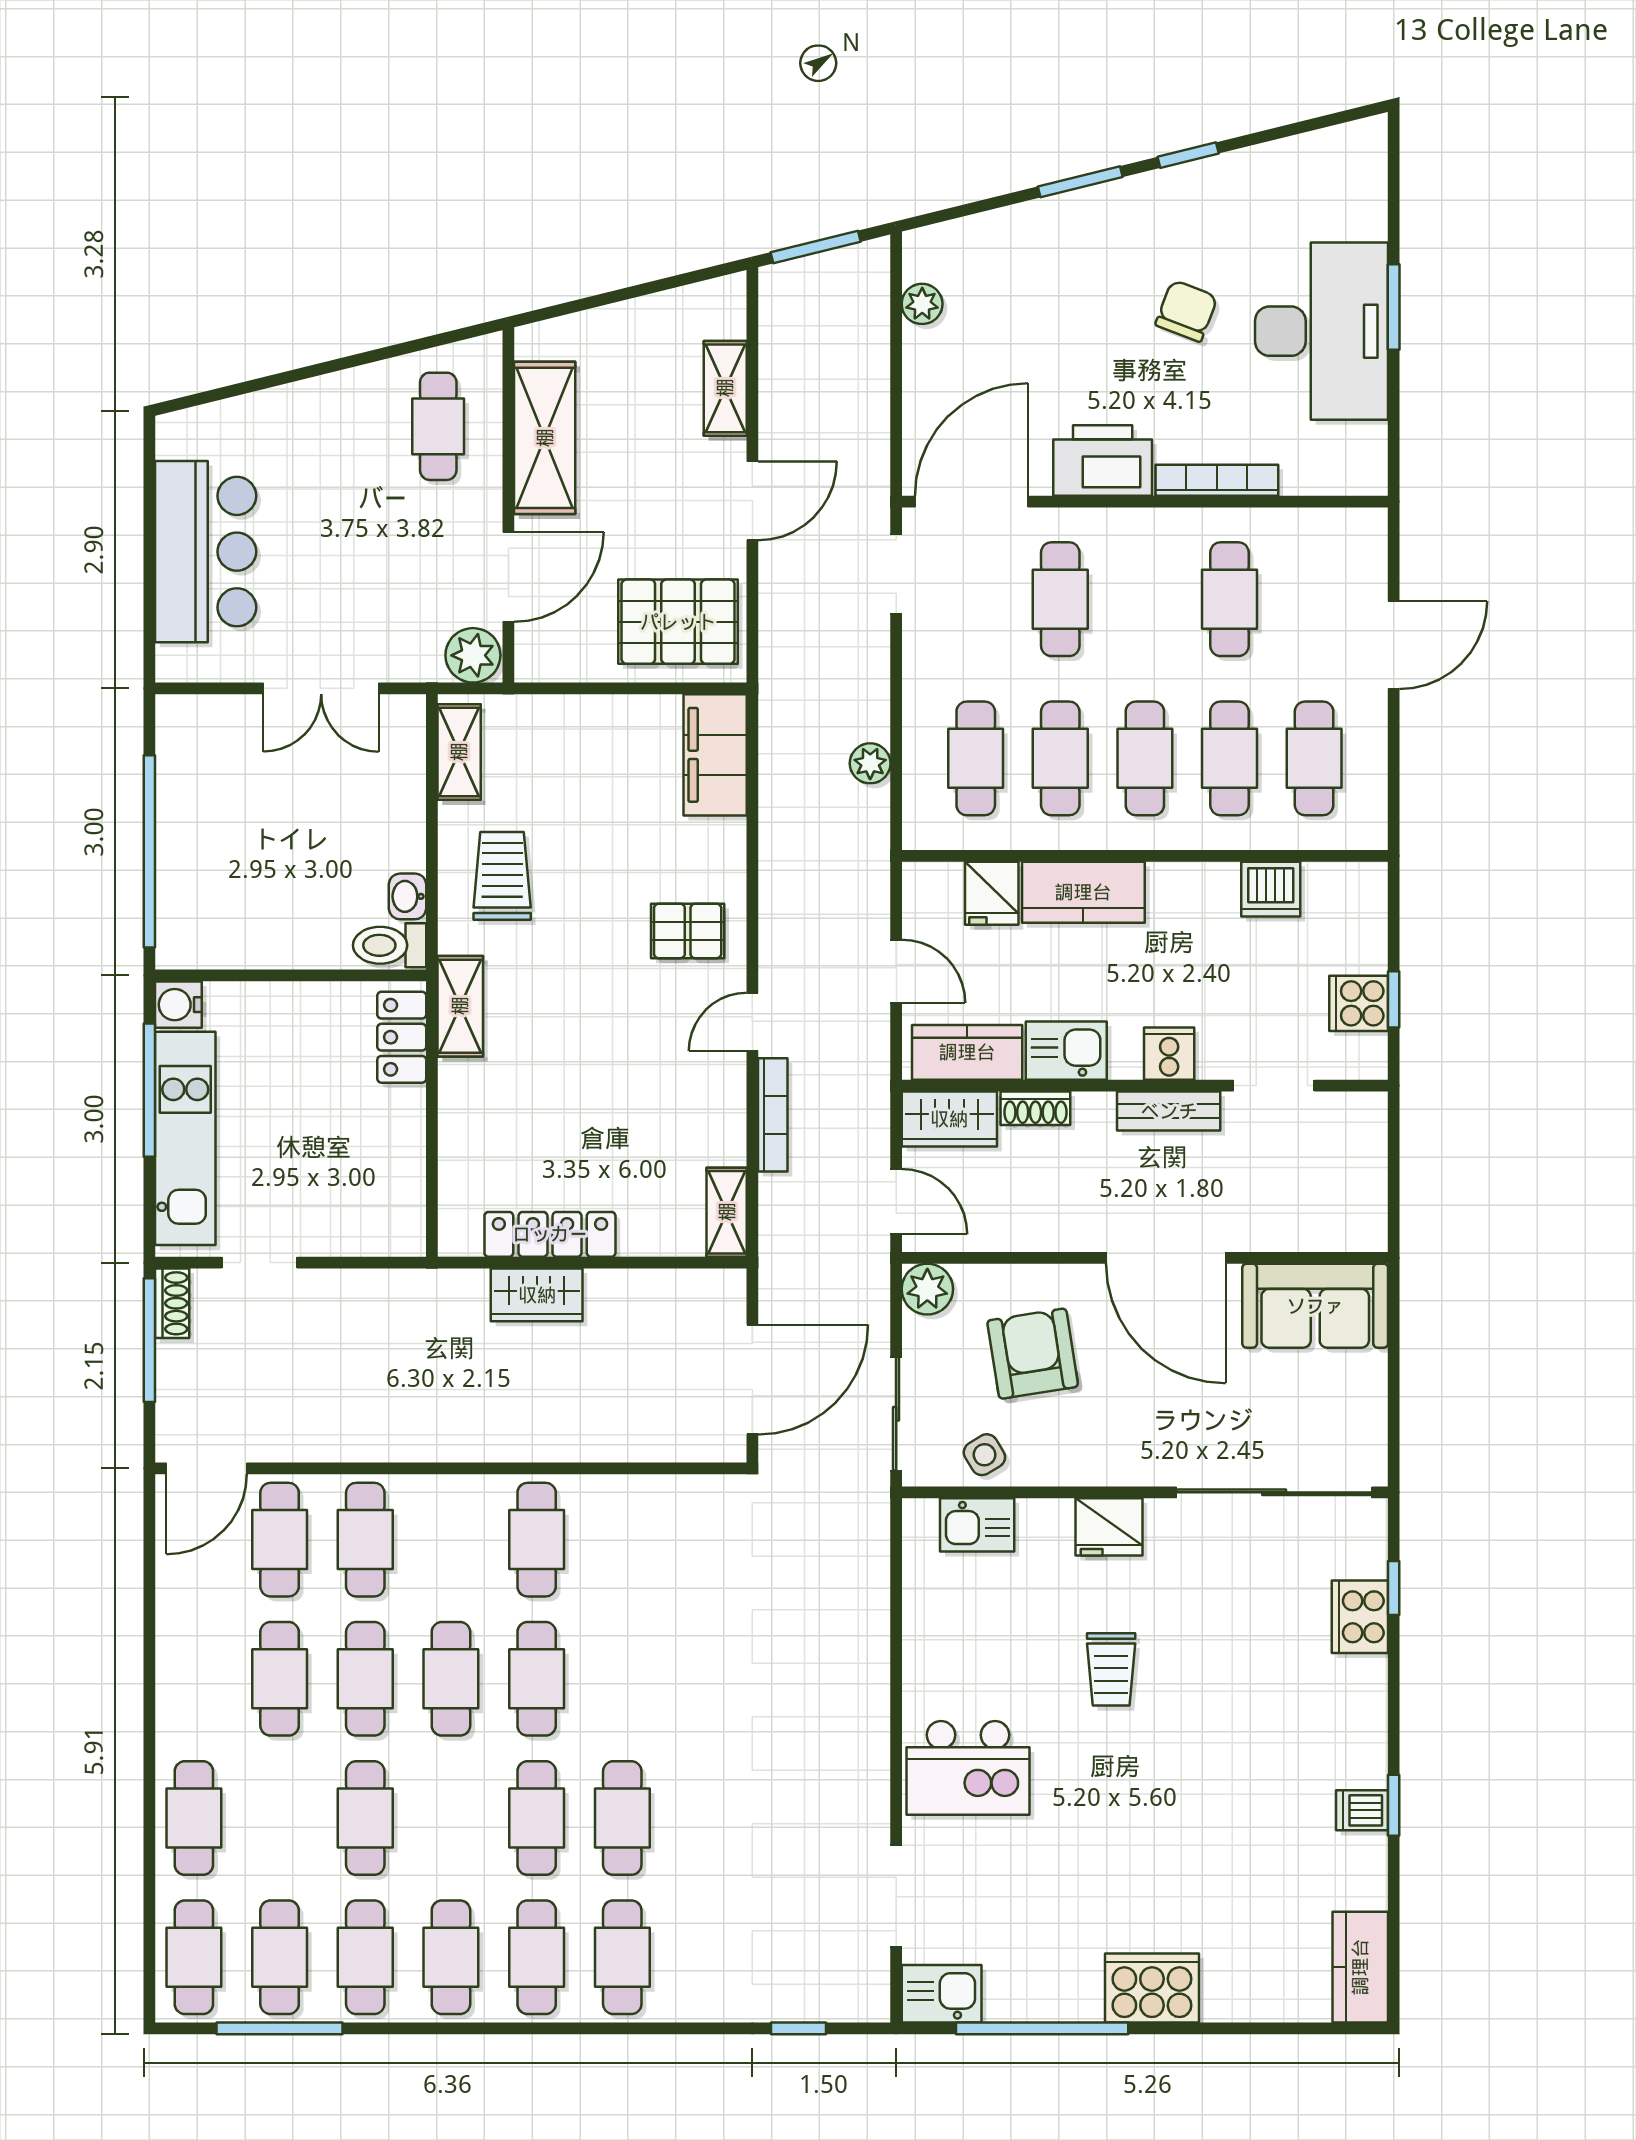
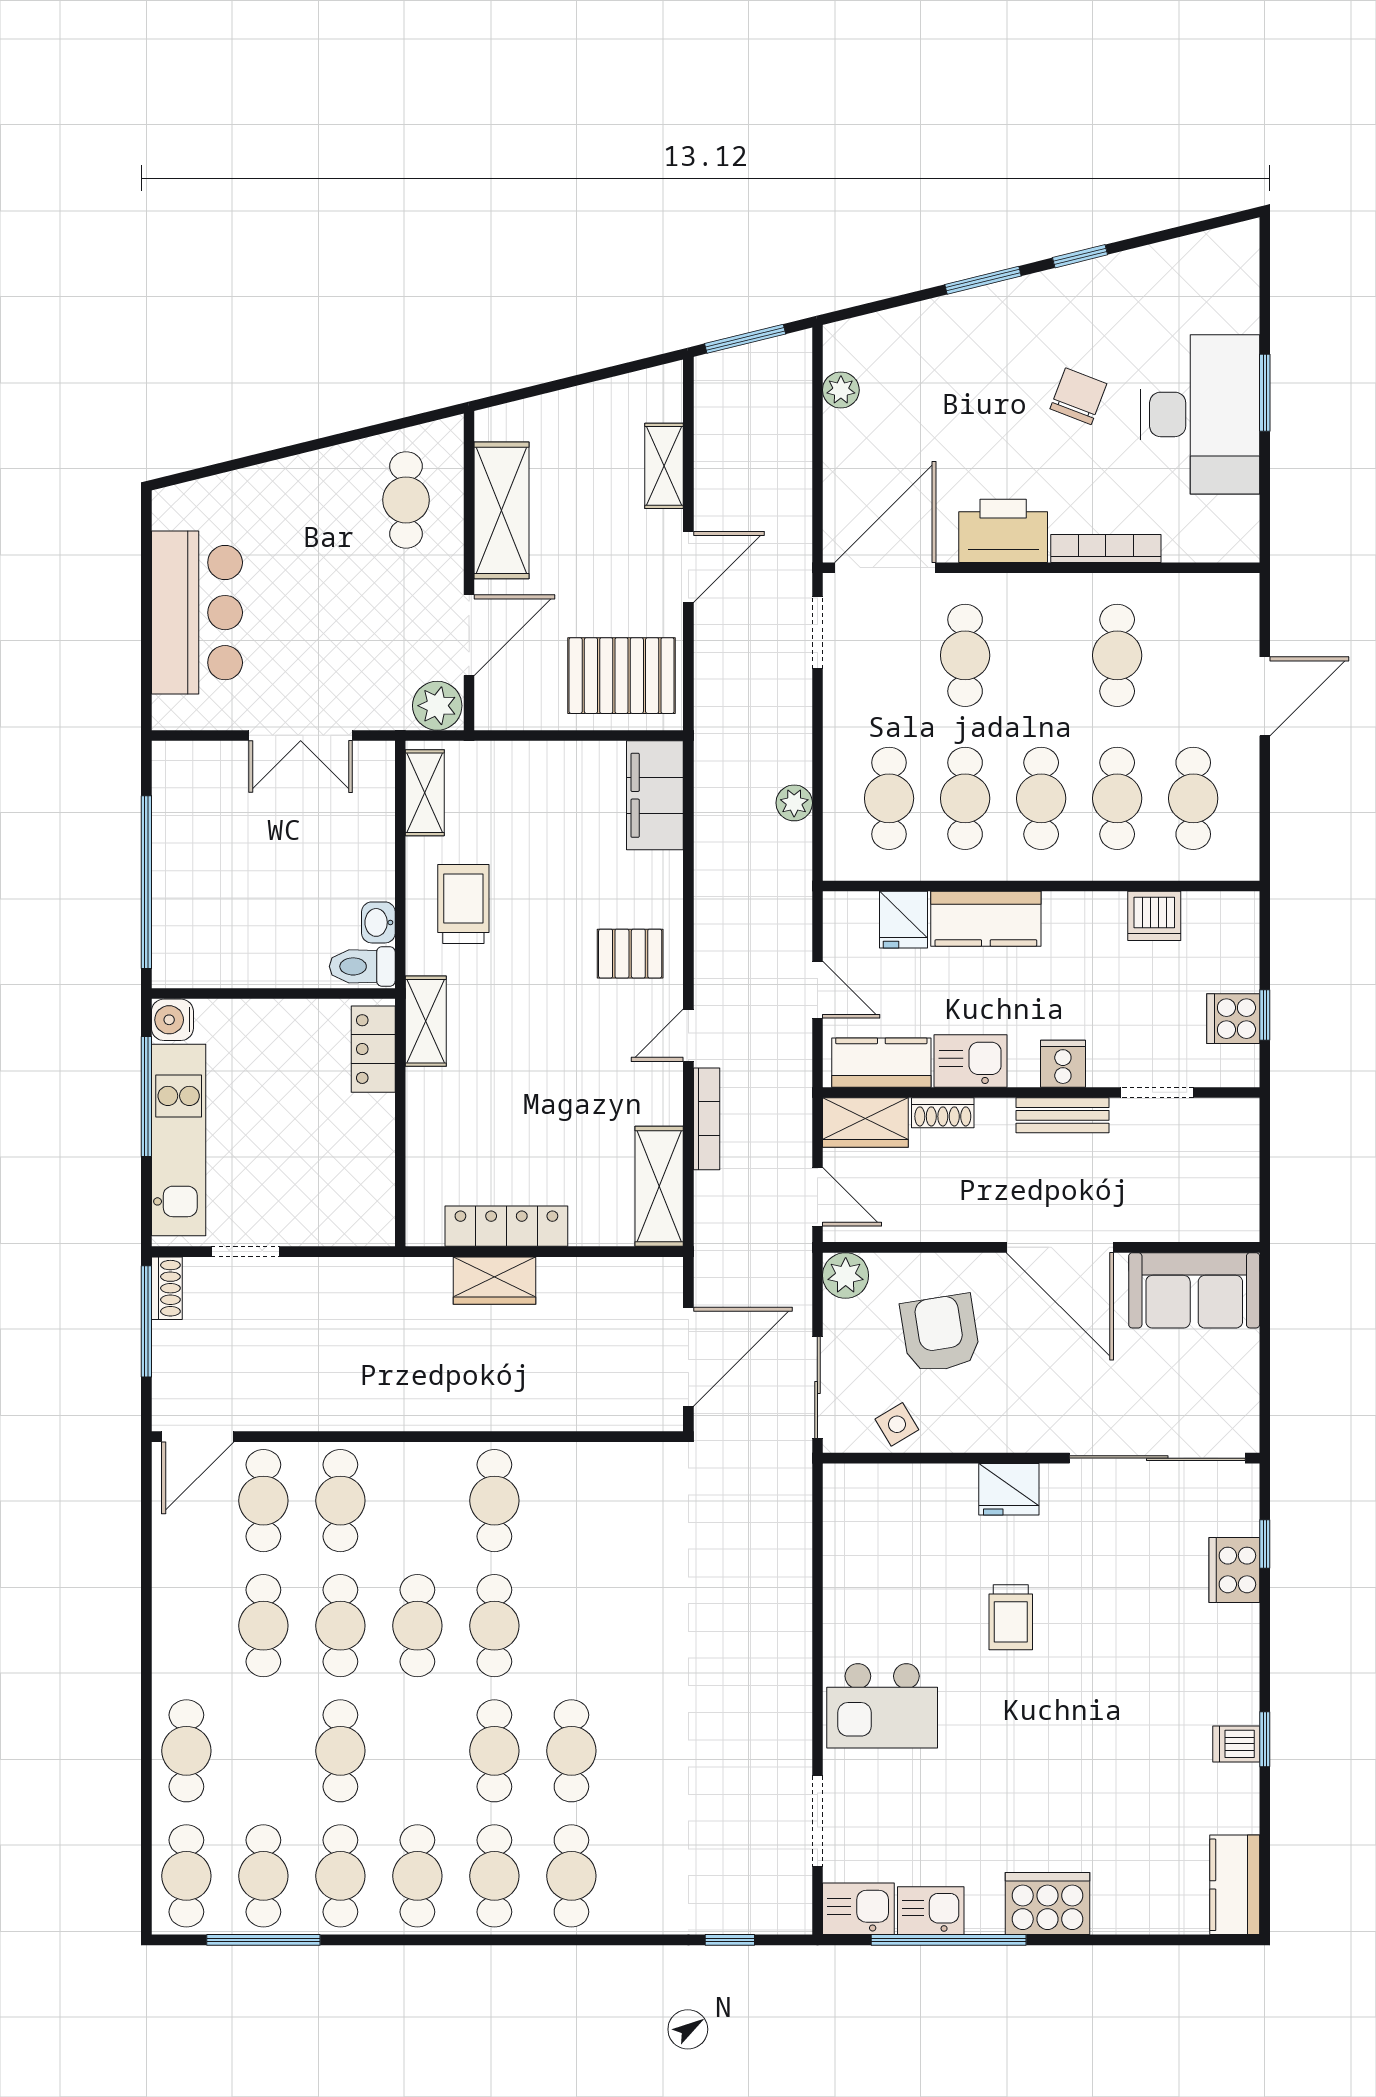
shelving: (727, 1212) -> (659, 1186), width x1.50, depth x1.33
kitchen sink: (977, 1525) -> (931, 1911), moved, turned 180

